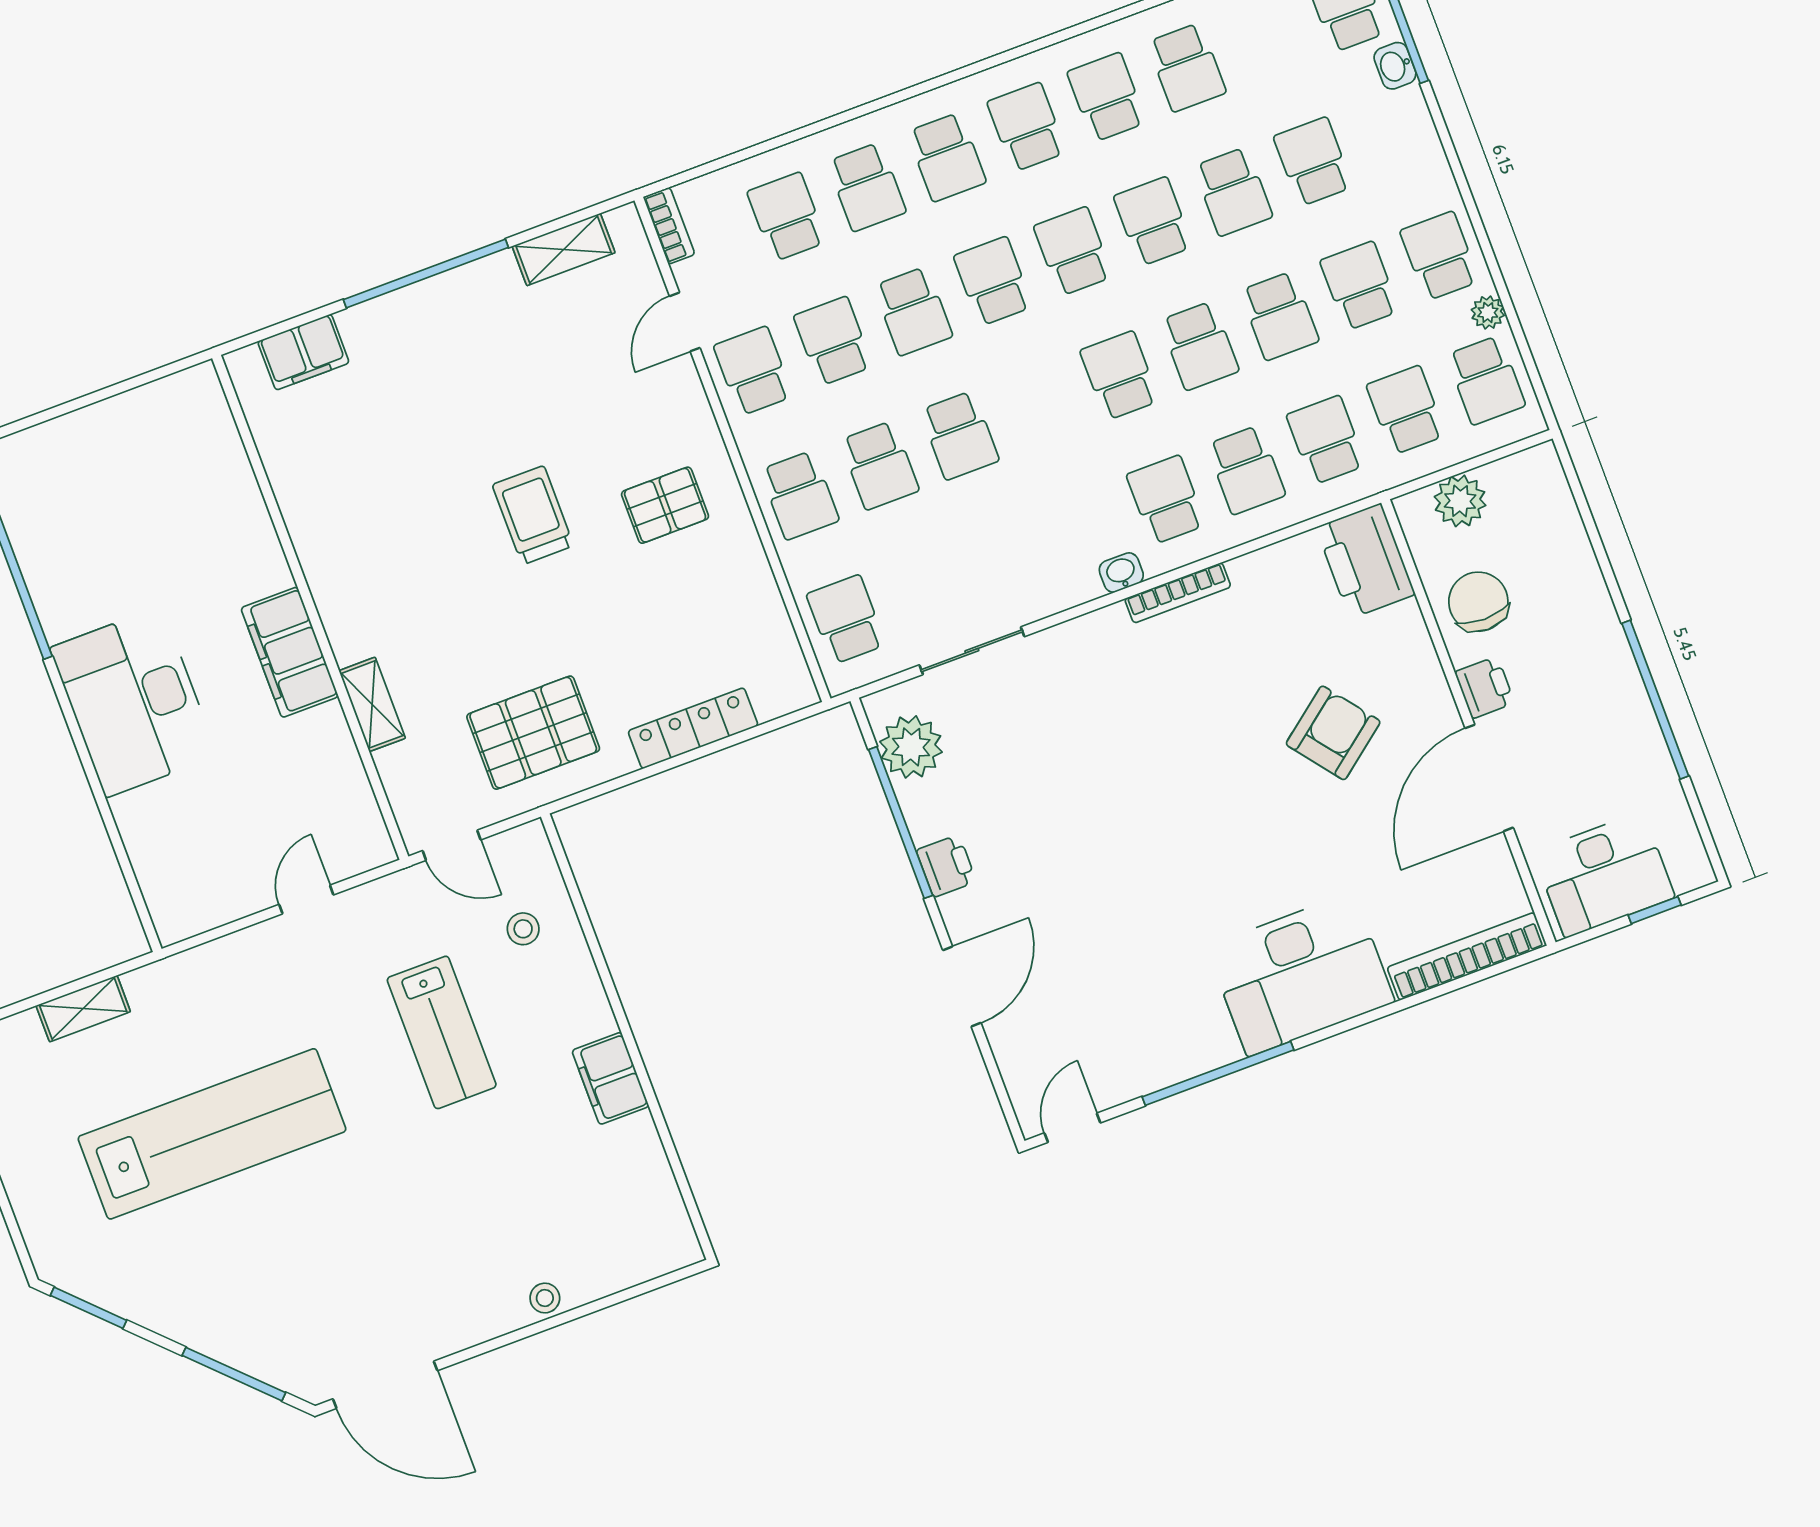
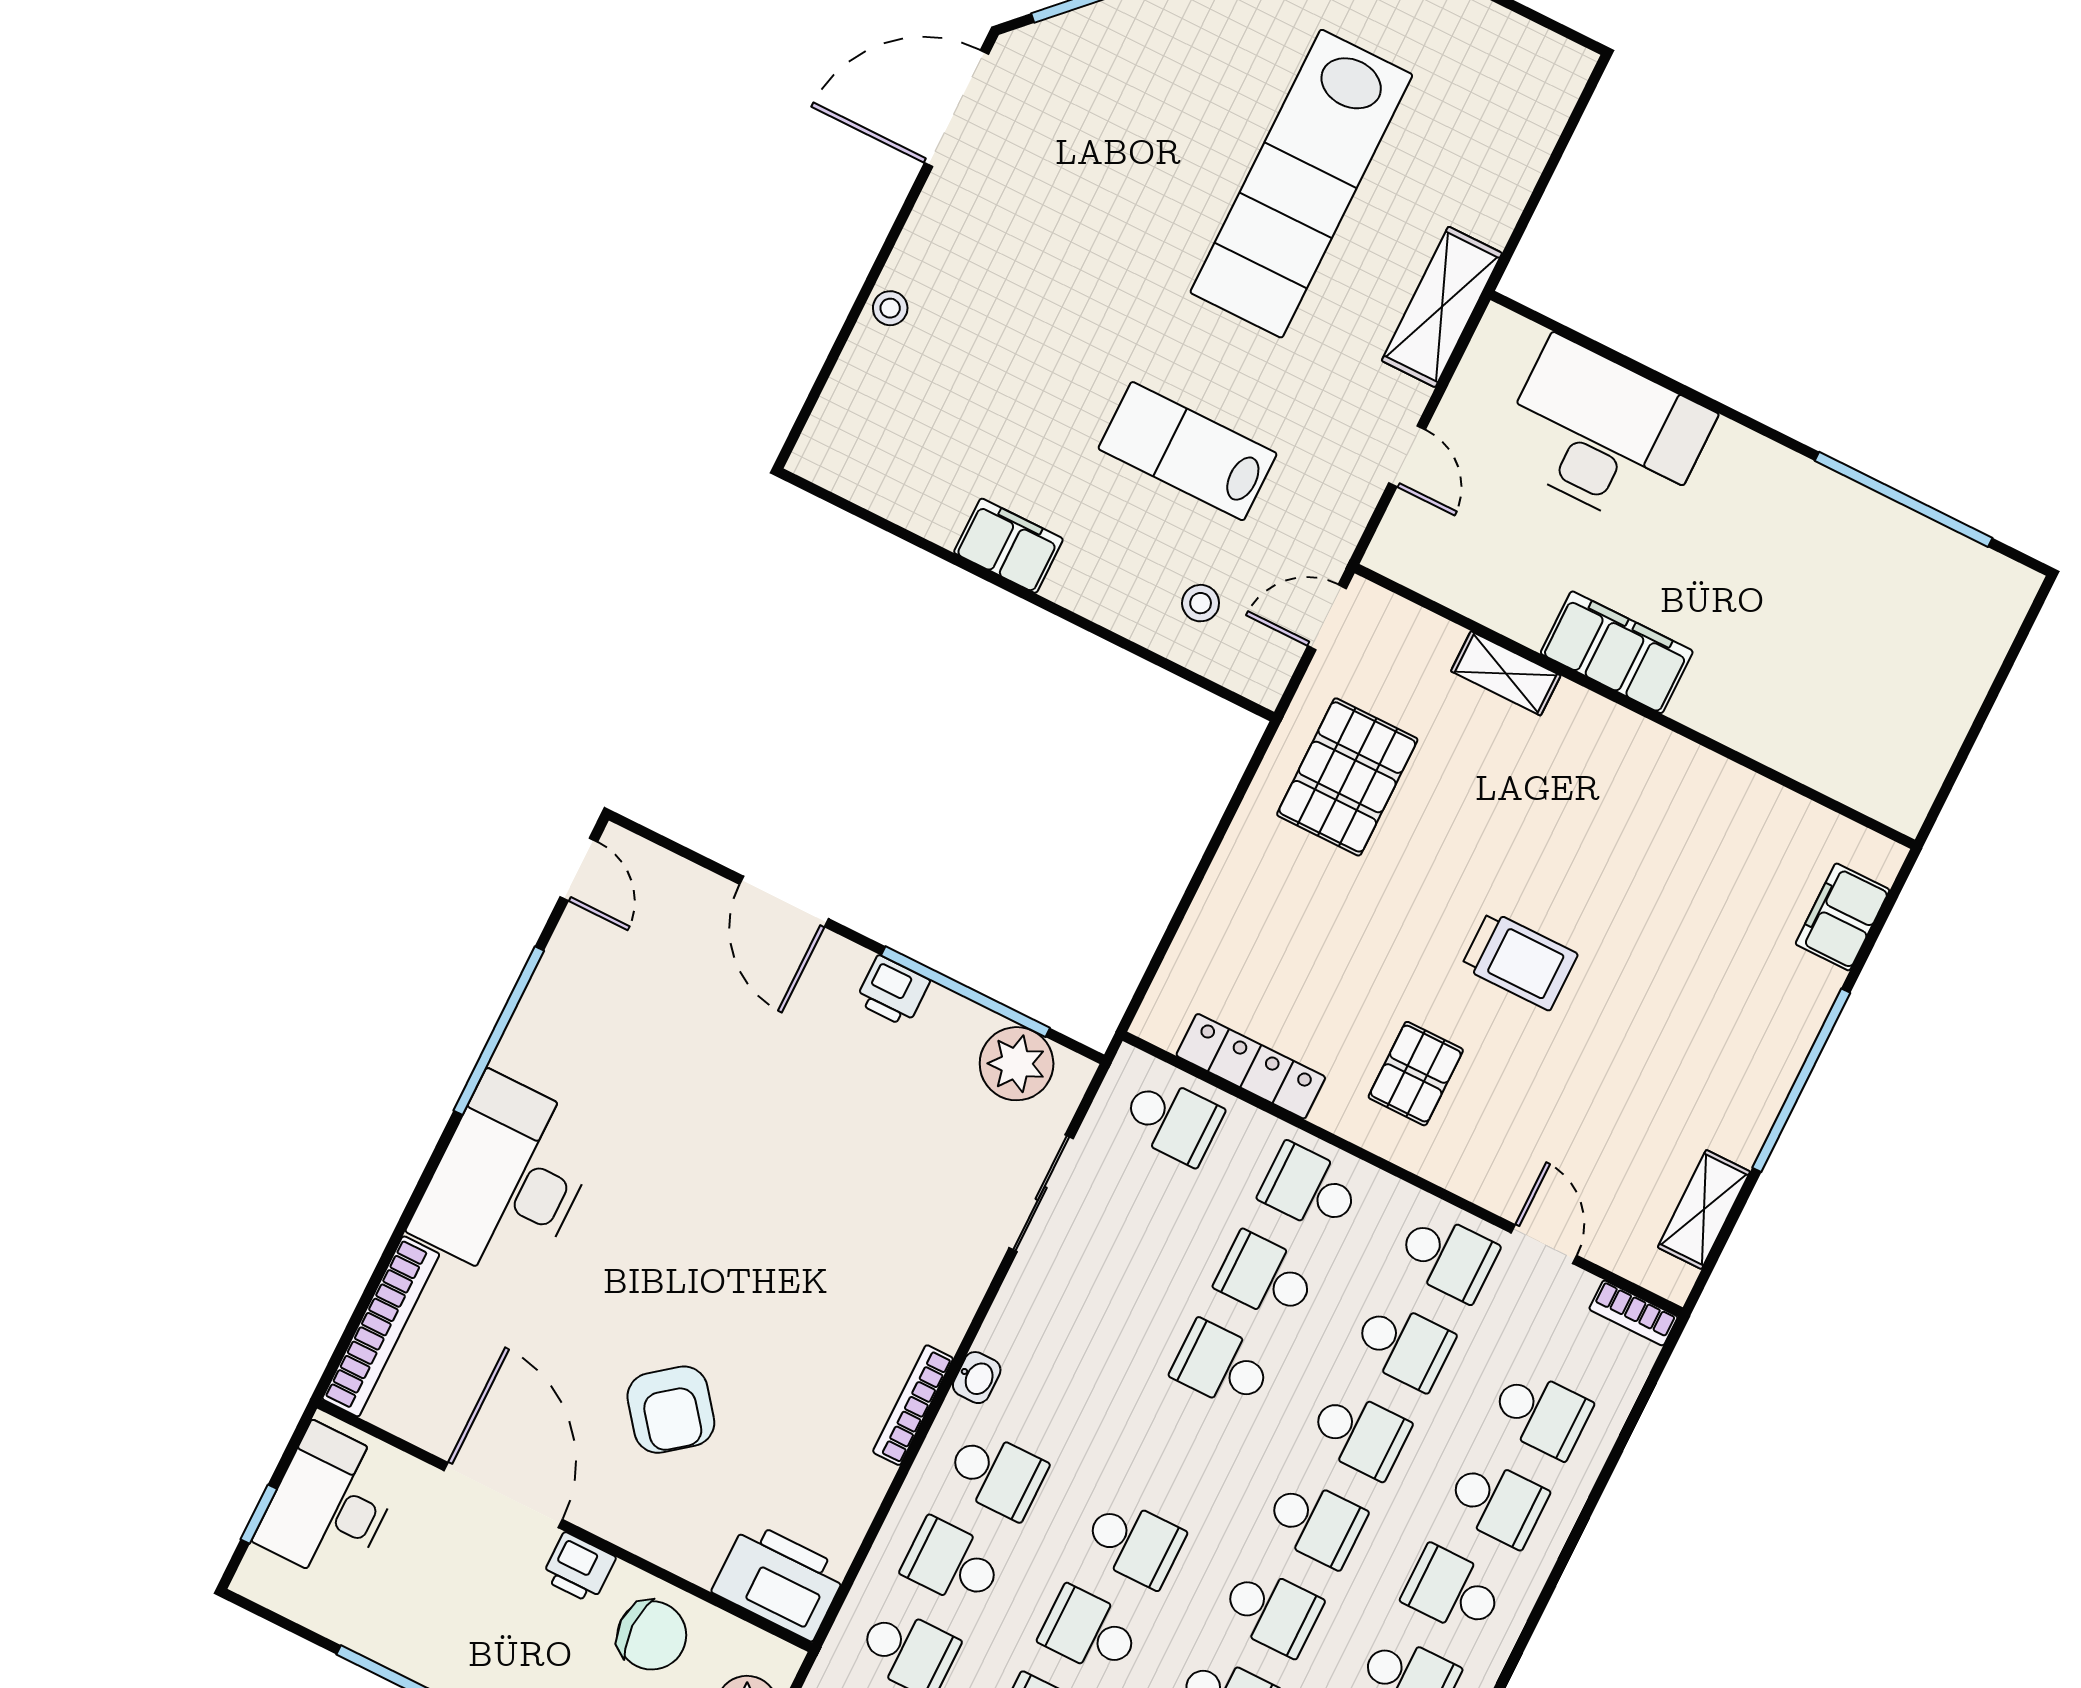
school desk: (867, 187) -> (1497, 1502), turned 180
school desk: (913, 311) -> (1359, 1434), turned 180
desk: (134, 702) -> (1605, 435), moved
locker: (693, 728) -> (1251, 1066), moved, turned -90
shelving: (83, 1009) -> (1442, 307), moved, width x1.50, depth x1.33

